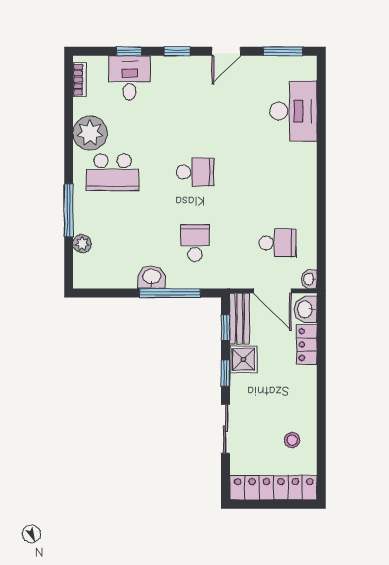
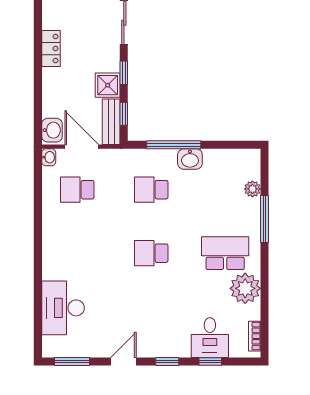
school desk: (195, 243) -> (151, 190), turned 90
locker: (307, 345) -> (51, 49), moved
stool: (292, 440) -> (64, 13), removed

